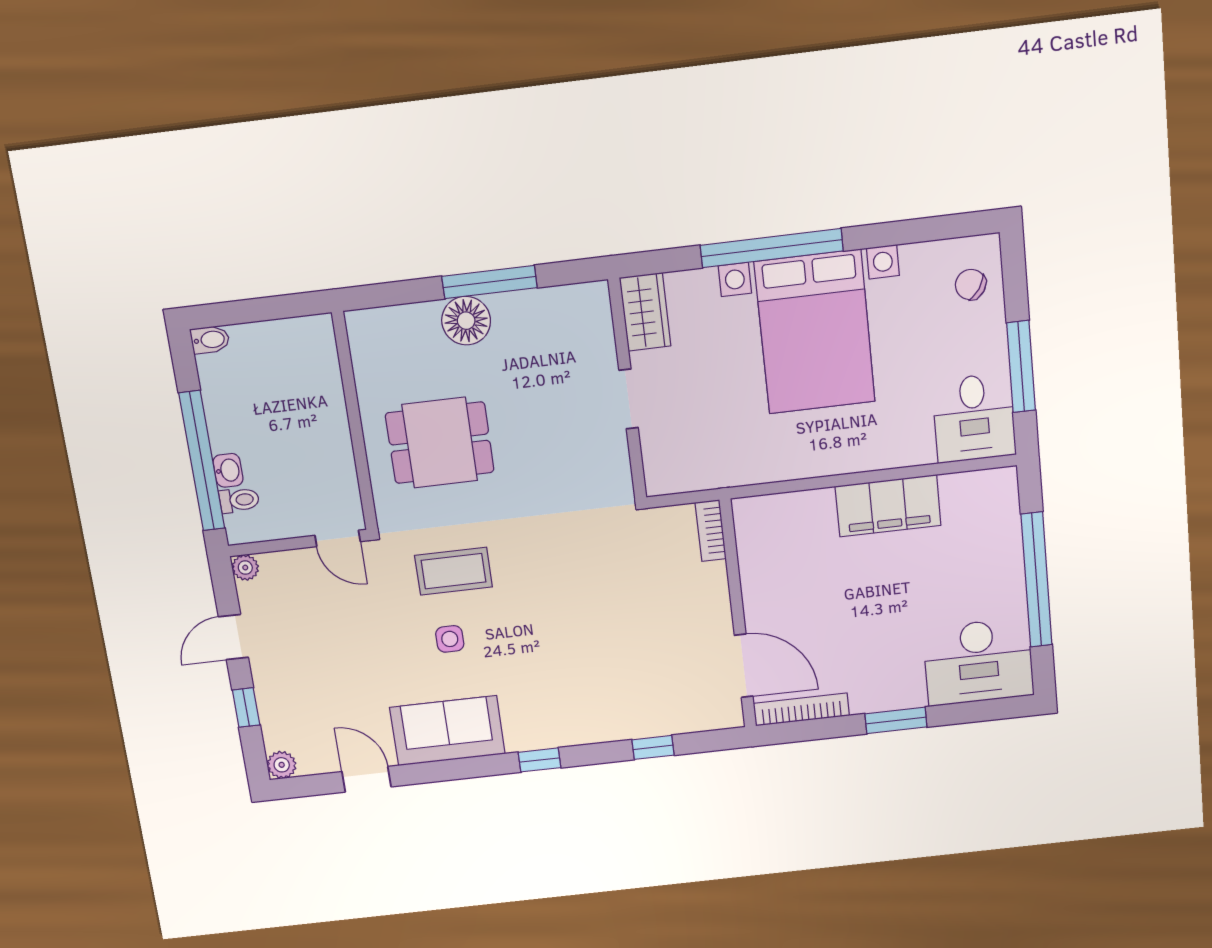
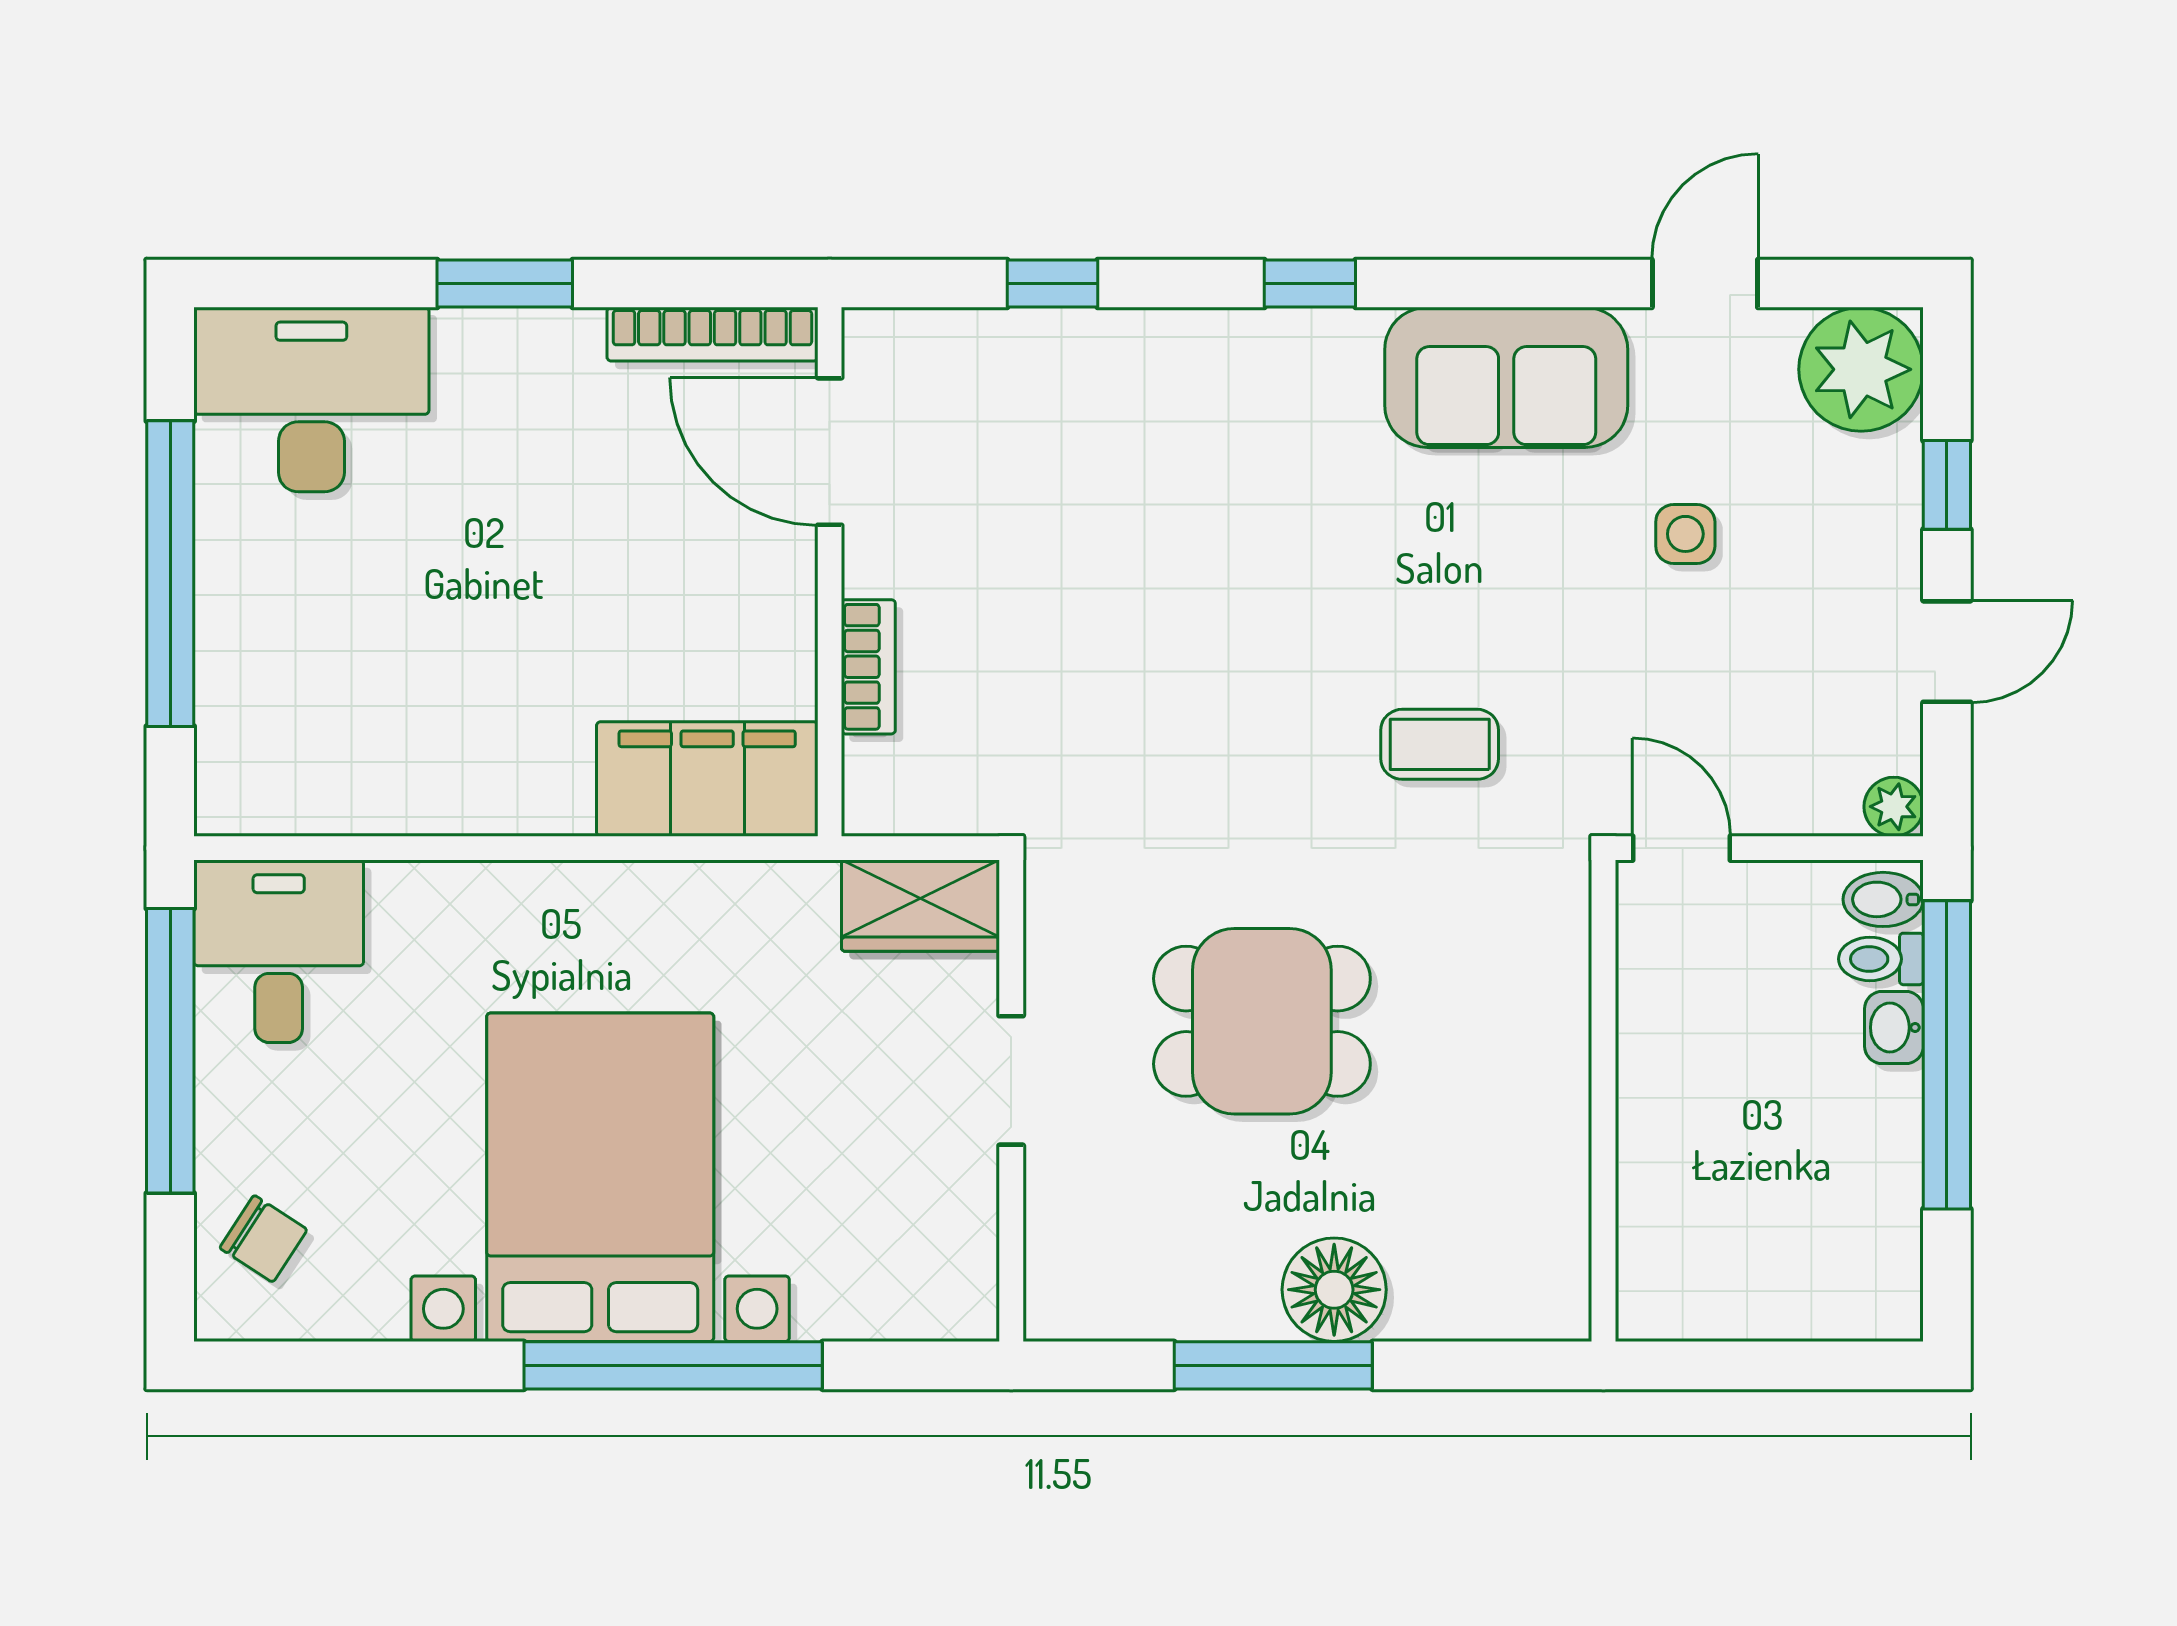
wardrobe: (645, 312) -> (920, 906), moved, turned -90
bidet: (210, 340) -> (1883, 899), moved
window: (1021, 367) -> (170, 1051), width x1.46
dining table: (440, 443) -> (1262, 1021), moved
filing cabinet: (888, 506) -> (707, 779), moved
bookcase: (711, 531) -> (868, 667), moved
coffee table: (454, 571) -> (1440, 744), width x0.73, depth x0.77
side table: (450, 639) -> (1685, 534), moved
plant: (282, 765) -> (1861, 369), width x1.88, depth x1.88
door: (366, 779) -> (1705, 284), swing flipped

